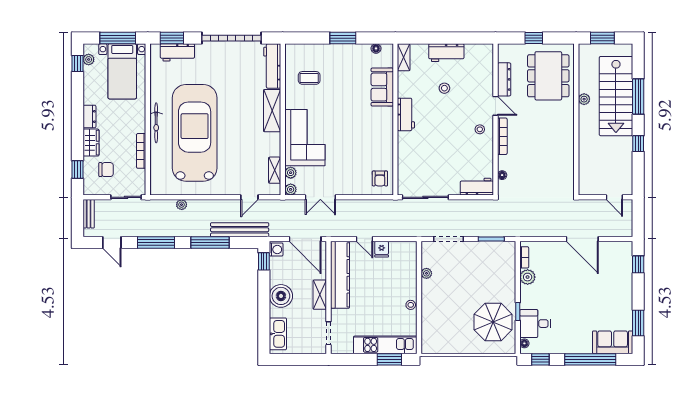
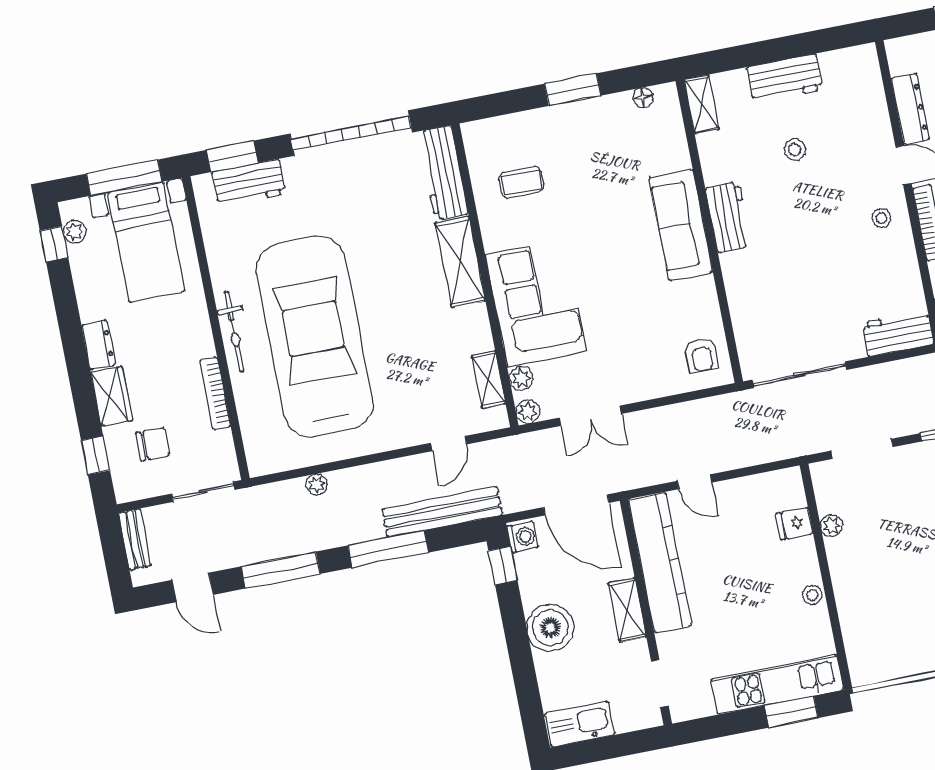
sofa: (382, 87) -> (681, 225), moved, width x1.36
fridge: (382, 249) -> (795, 524), moved, turned 90
kitchen sink: (278, 334) -> (580, 724), moved, turned -90

